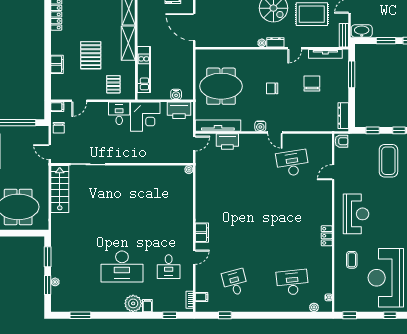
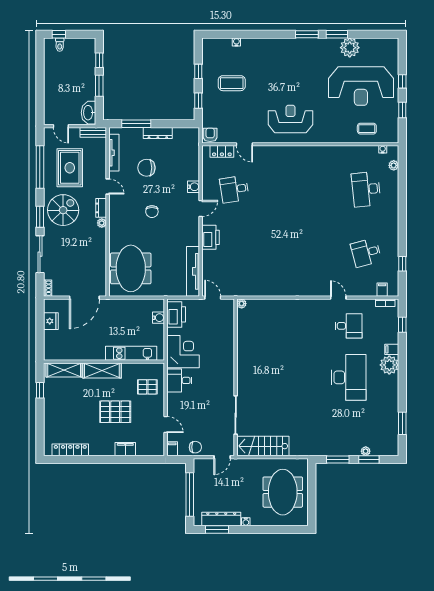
meeting table: (221, 86) -> (131, 268), moved
dresser: (343, 116) -> (158, 133), moved
water cooler: (260, 126) -> (194, 187), moved
printer: (227, 142) -> (211, 237), moved
coffee table: (388, 161) -> (232, 83), width x0.73, depth x0.76
desk: (292, 163) -> (234, 189), width x0.73
filing cabinet: (202, 233) -> (311, 289), removed
locker: (327, 236) -> (222, 151), moved
coffee table: (352, 260) -> (367, 129), moved
window: (350, 315) -> (402, 110), moved

